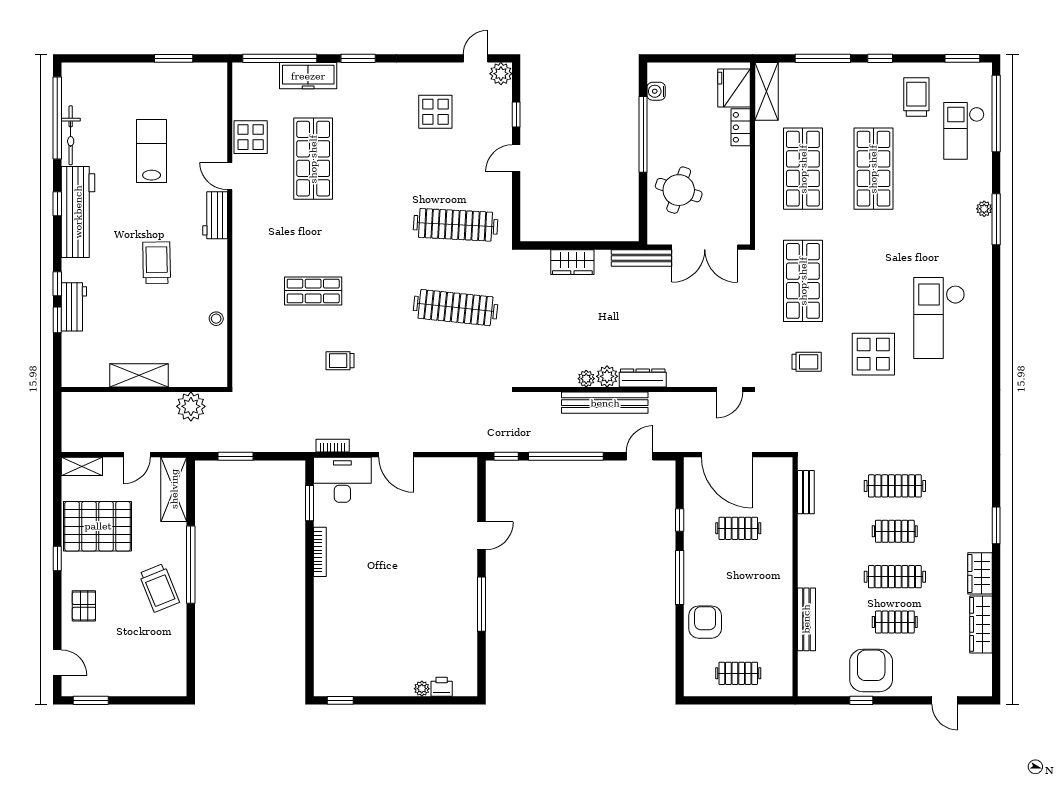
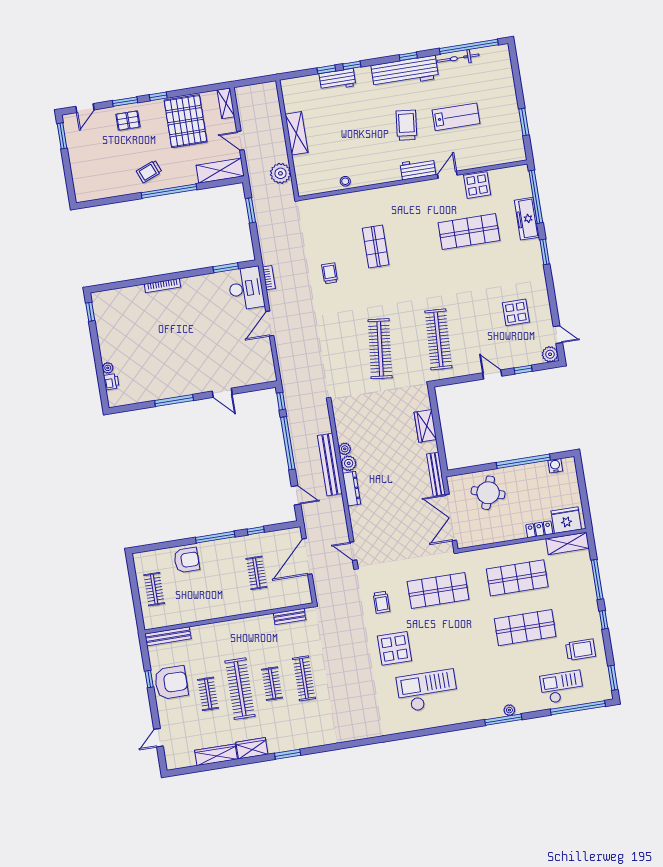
trolley: (157, 263) -> (406, 125), moved, turned -83
bookcase: (320, 552) -> (162, 286), moved
clothes rail: (895, 577) -> (240, 689), width x1.37, depth x1.31
trolley: (159, 588) -> (149, 171), width x0.73, depth x0.72
window: (57, 606) -> (125, 102), added
bench: (806, 619) -> (168, 636), moved

